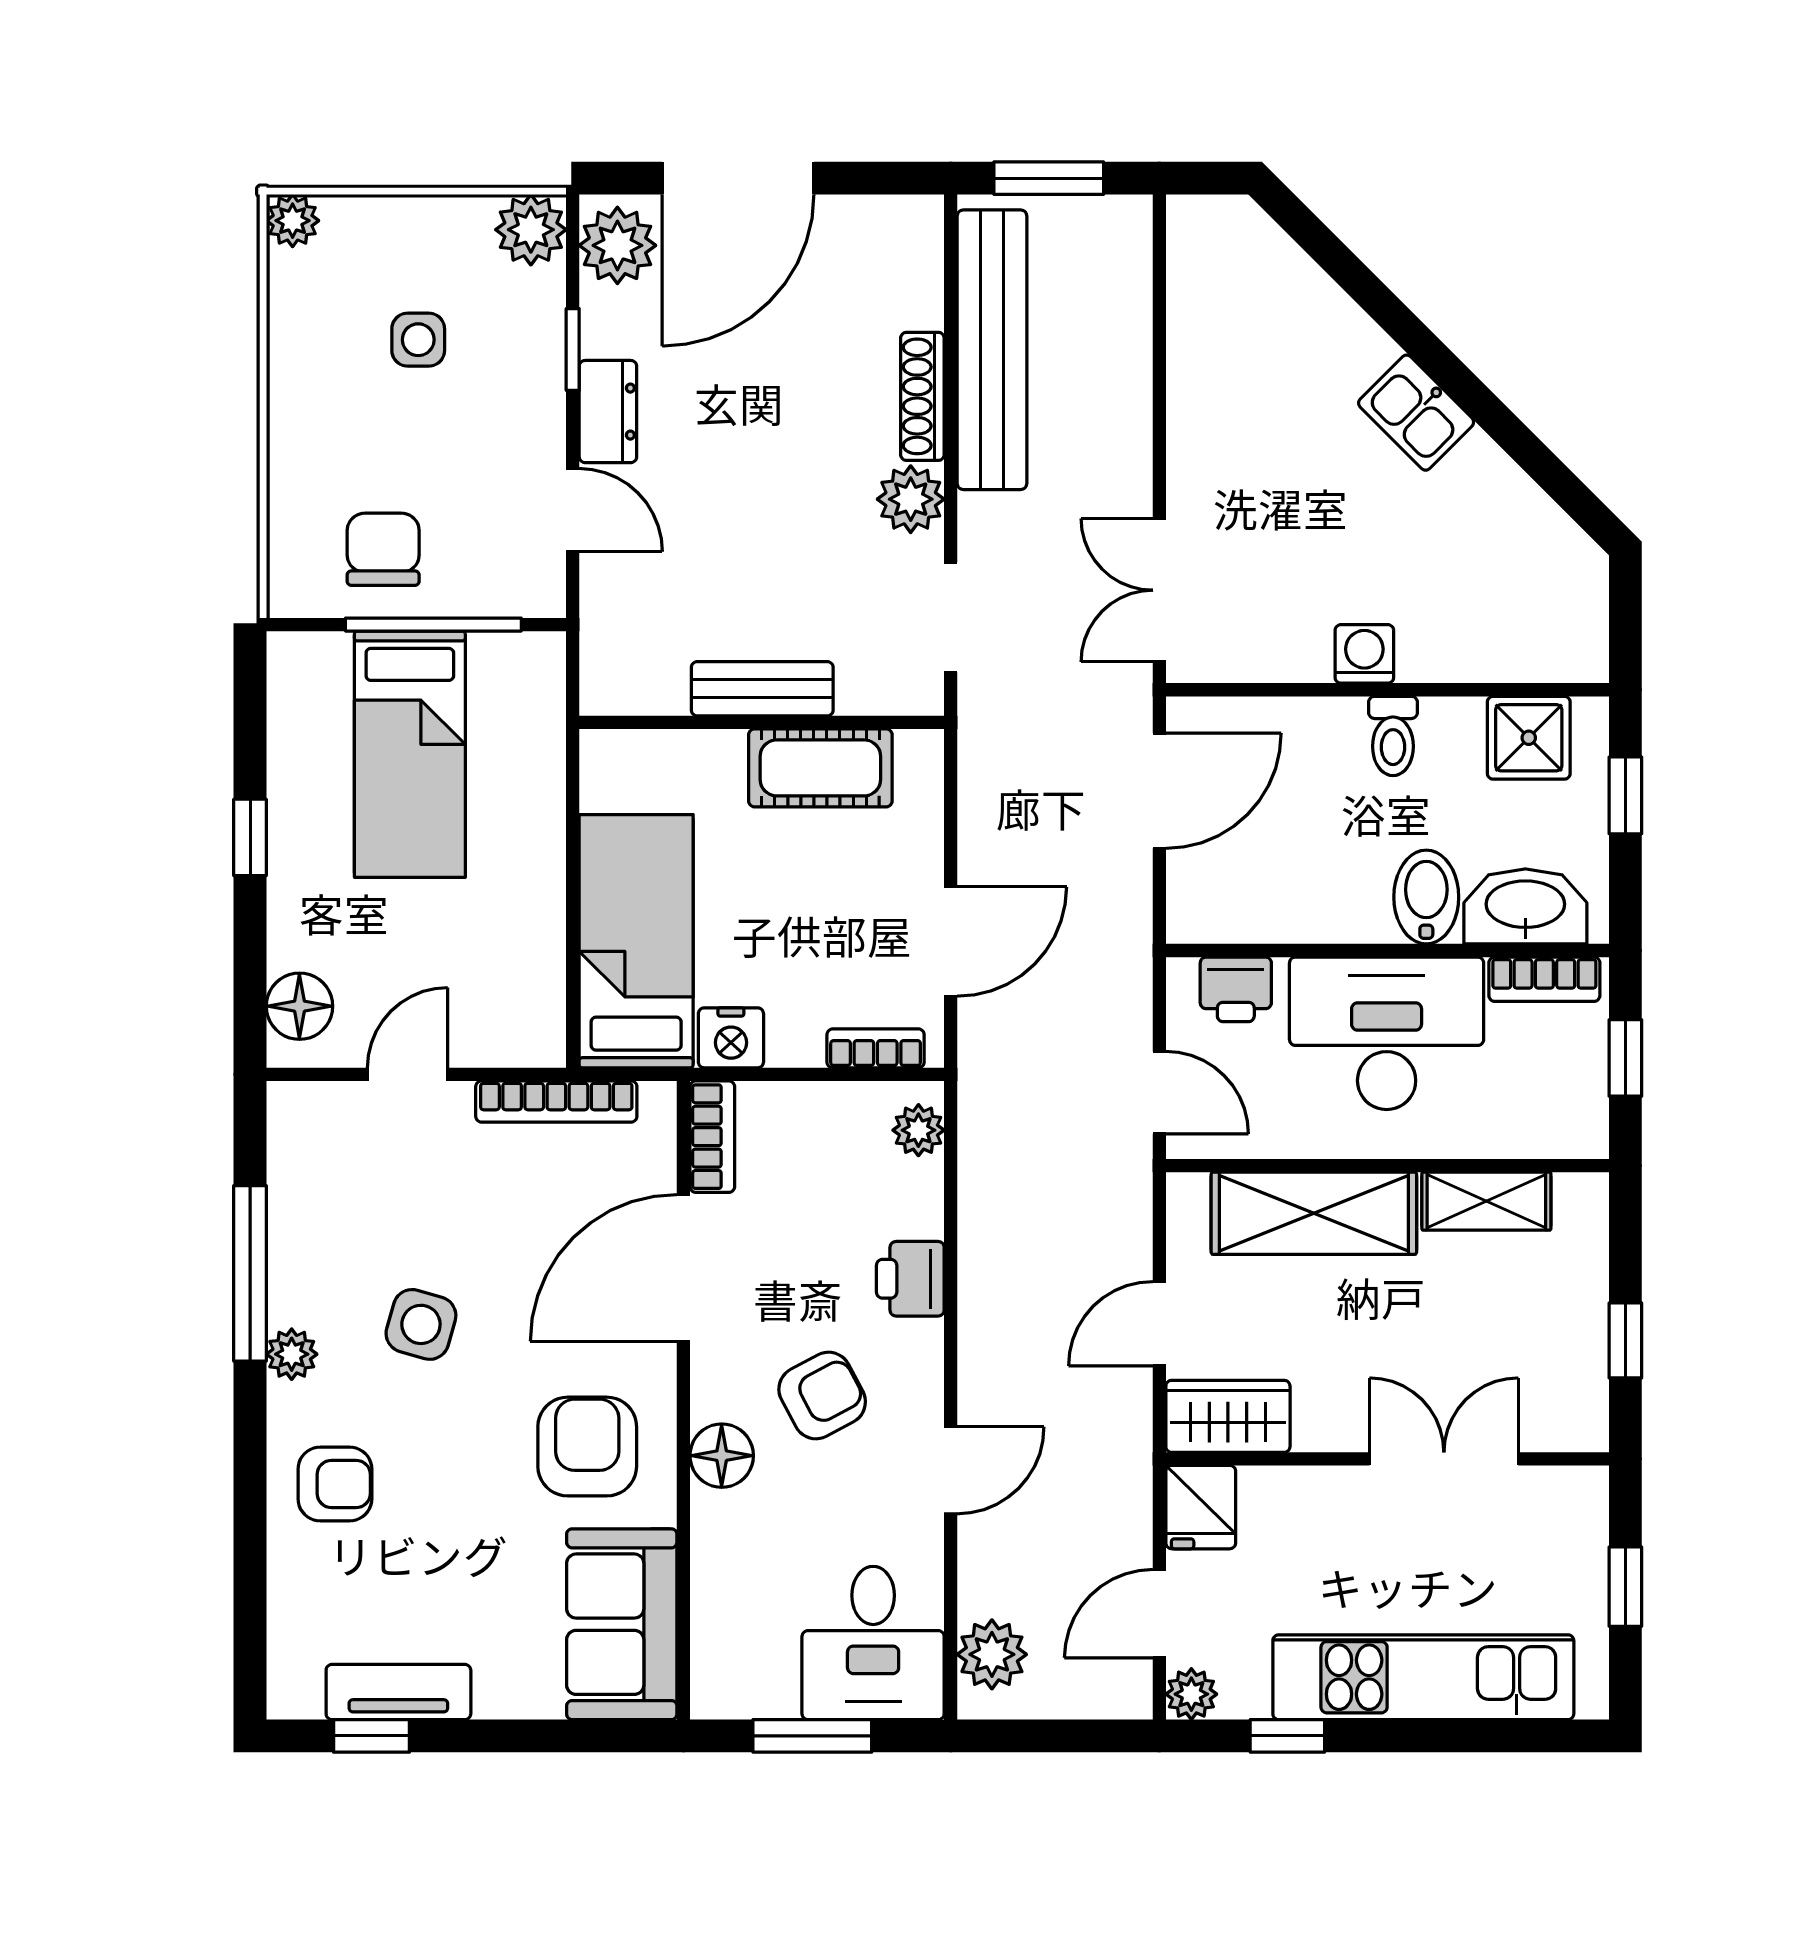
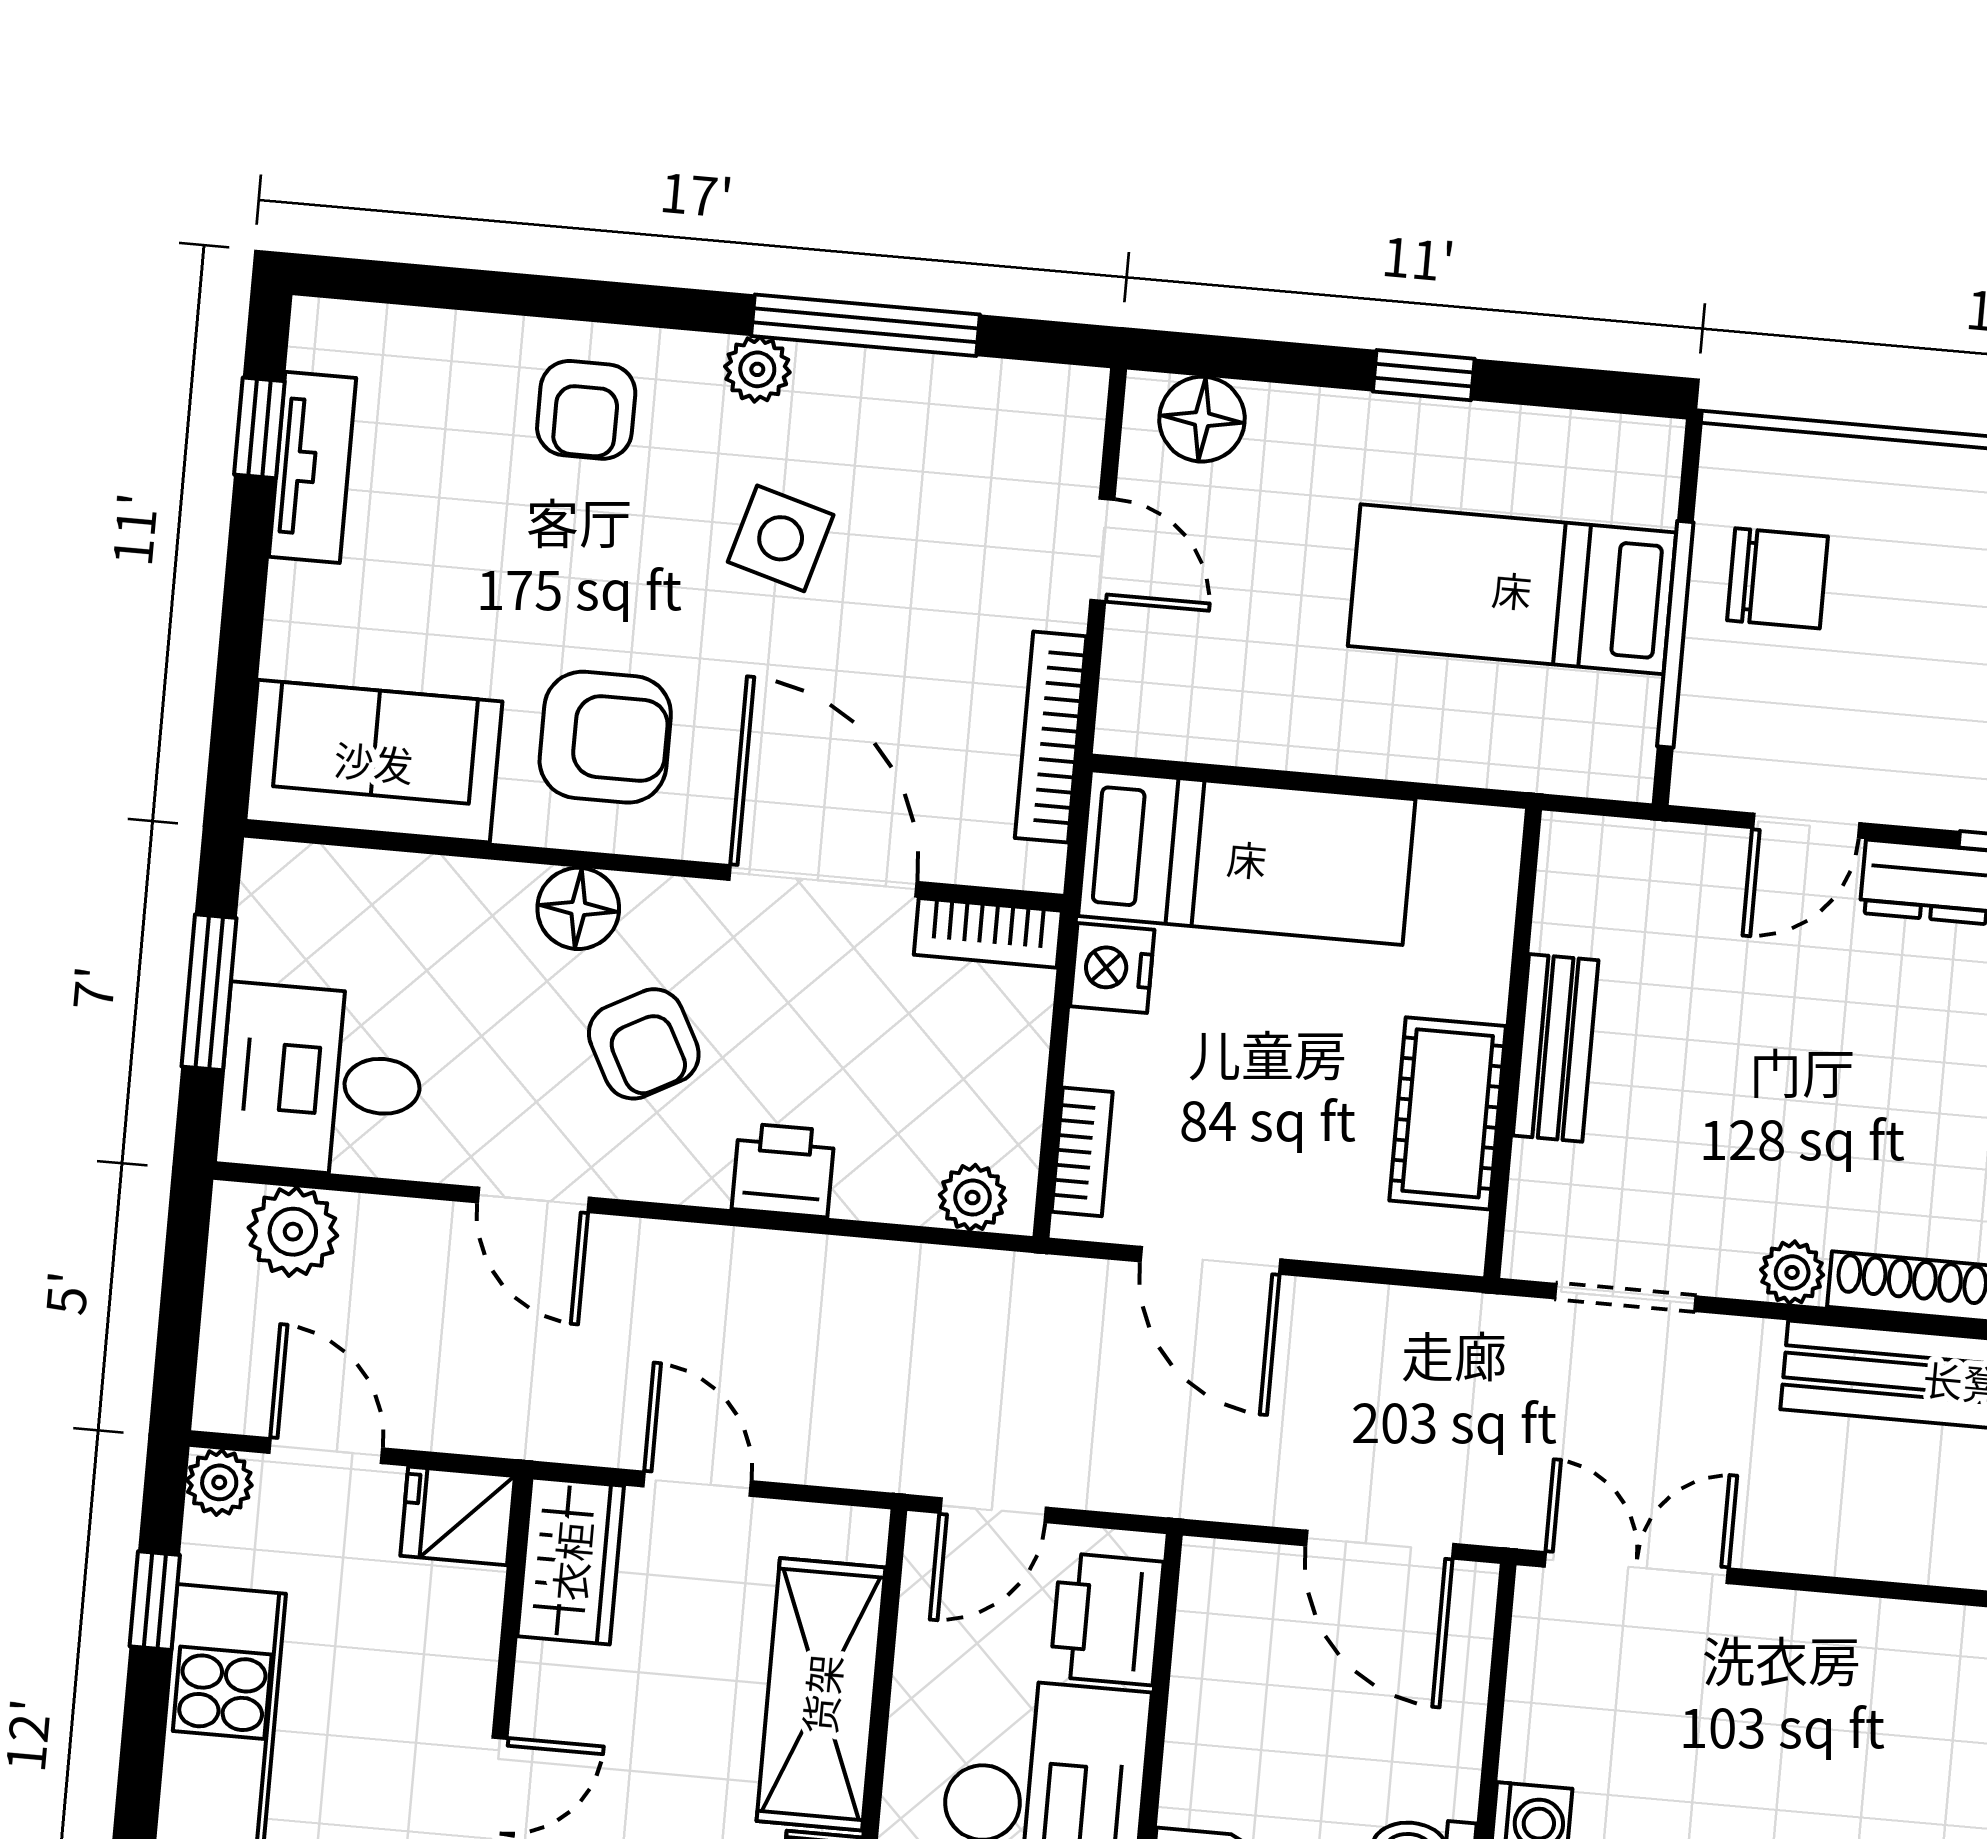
plant: (911, 499) -> (1792, 1272), width x0.73, depth x0.73
printer: (1236, 989) -> (1107, 1619), width x1.36, depth x1.24

